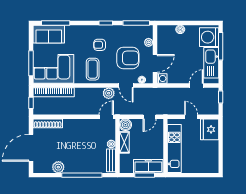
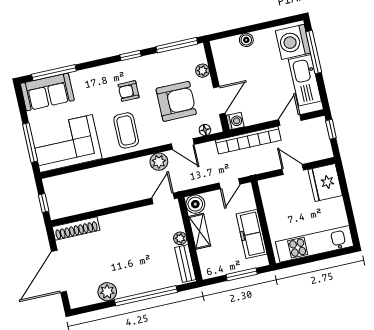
bookcase: (54, 92) -> (248, 140), moved
kitchen unit: (174, 148) -> (315, 244), moved, turned -90
freezer: (148, 166) -> (252, 234), moved, turned -90

